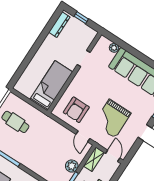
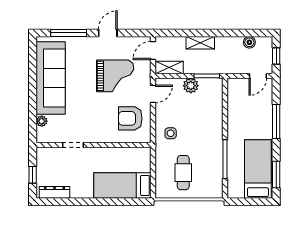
bed: (51, 86) -> (122, 185), moved
armchair: (76, 110) -> (130, 118), turned 180
side table: (48, 131) -> (171, 133), added

